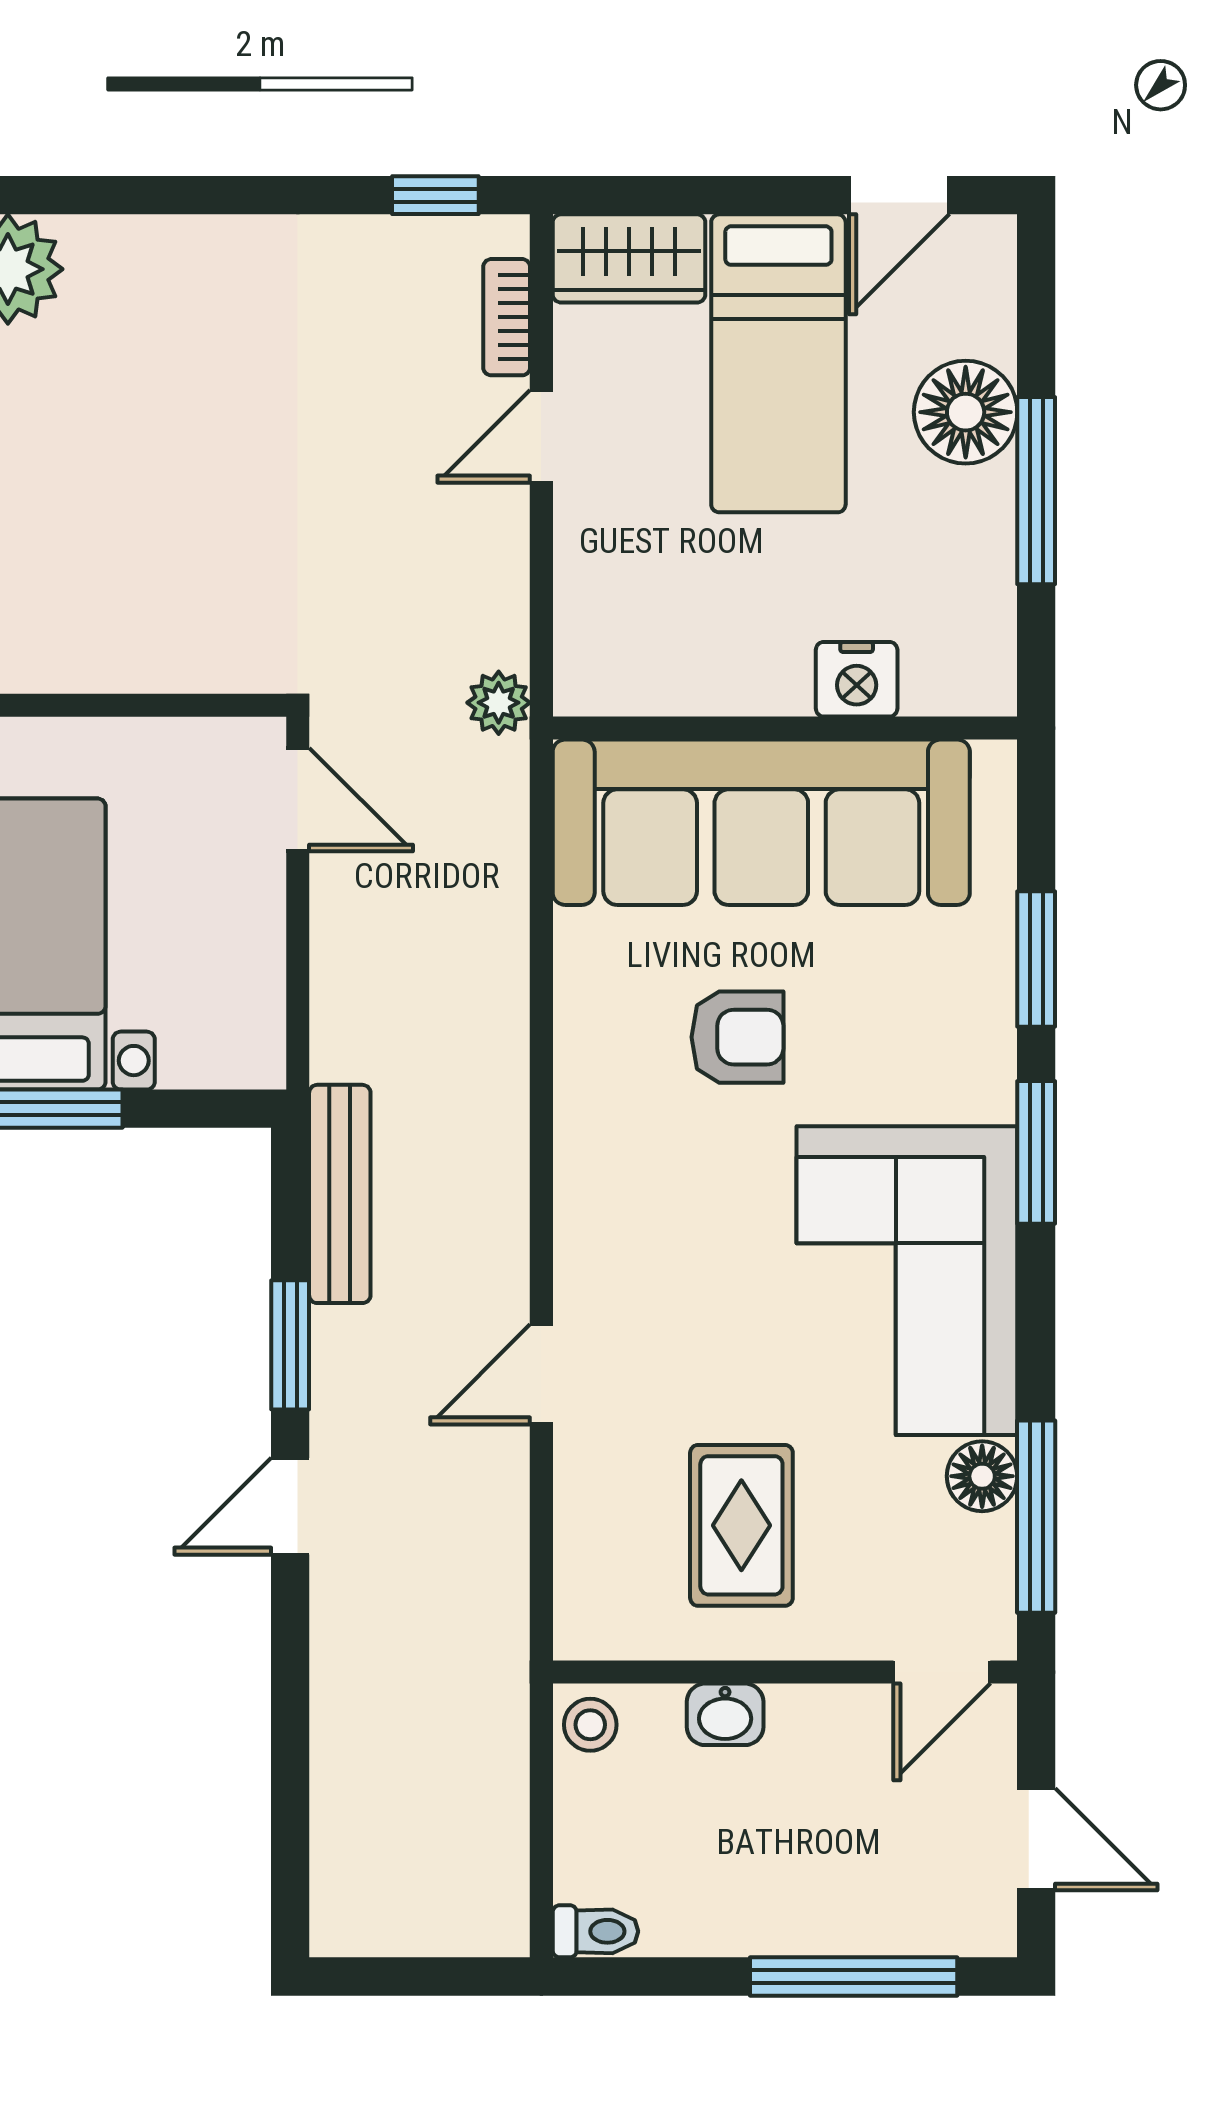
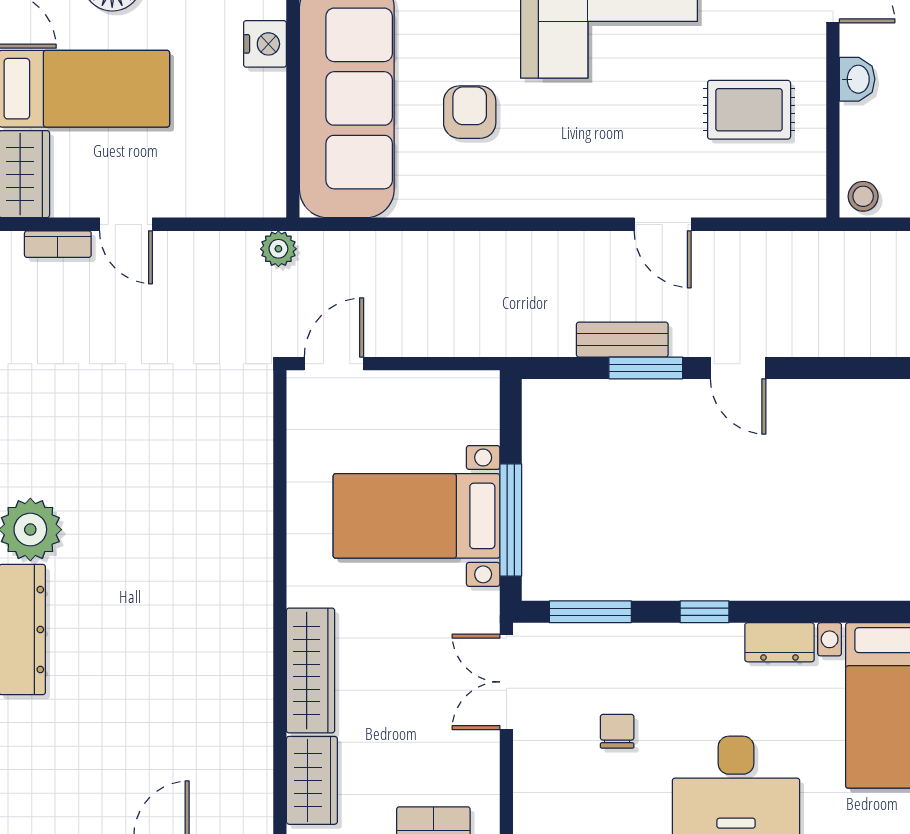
bench: (340, 1194) -> (622, 340), moved, width x0.73
washbasin: (725, 1714) -> (857, 79), moved

